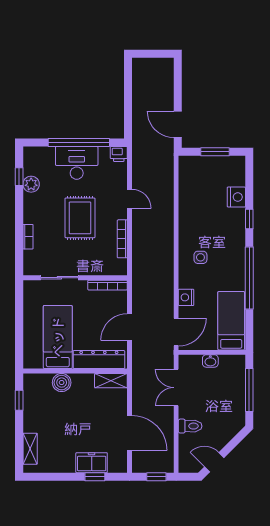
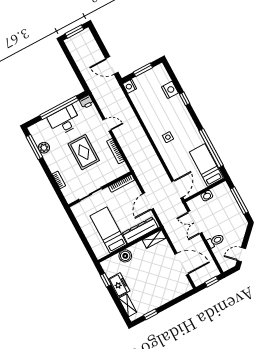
window: (152, 54) -> (74, 32), added
window: (19, 177) -> (34, 147), width x2.17
window: (249, 278) -> (211, 148), moved
nightstand: (186, 297) -> (130, 86), moved
freezer: (92, 463) -> (119, 285), moved, turned 90
window: (95, 477) -> (151, 314), moved

